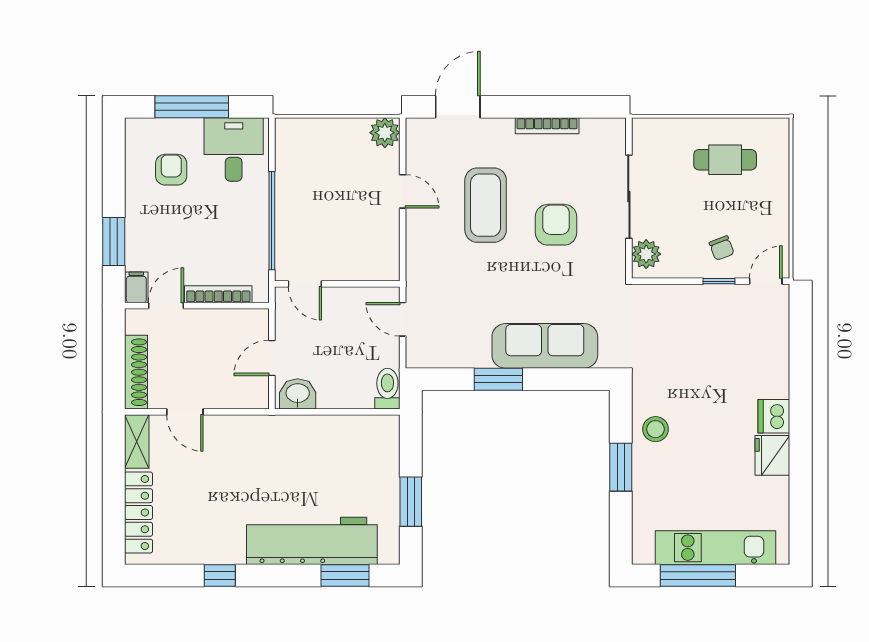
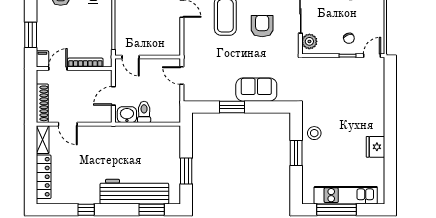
sofa: (545, 346) -> (256, 90), width x0.73
toilet: (387, 389) -> (144, 112), moved
dishwasher: (774, 416) -> (376, 126), removed

